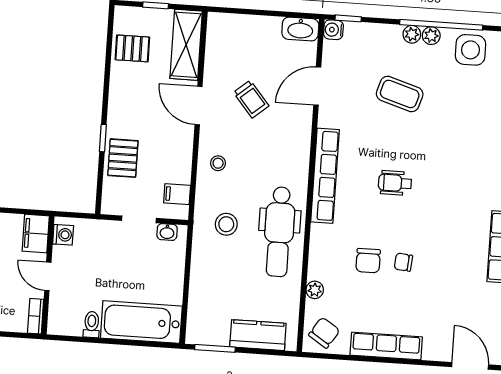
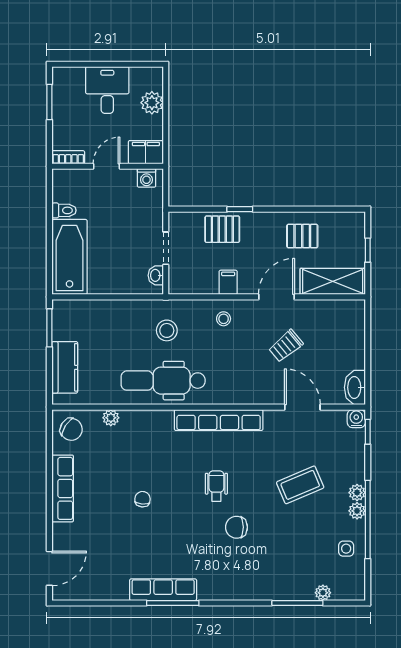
pallet: (132, 48) -> (302, 236), moved, turned 90
side table: (471, 50) -> (346, 549), width x0.54, depth x0.54
coffee table: (400, 94) -> (300, 485), turned 50
filing cabinet: (177, 194) -> (228, 282), moved
chair: (368, 261) -> (236, 527), moved

